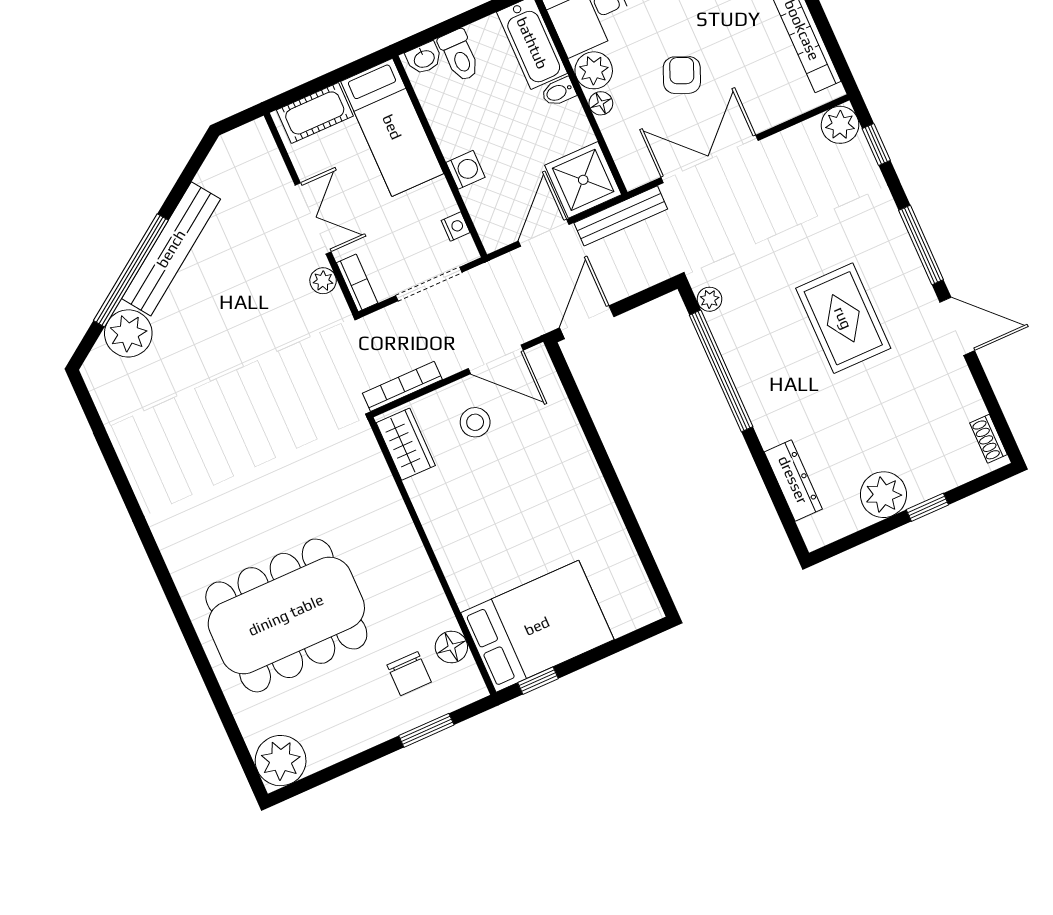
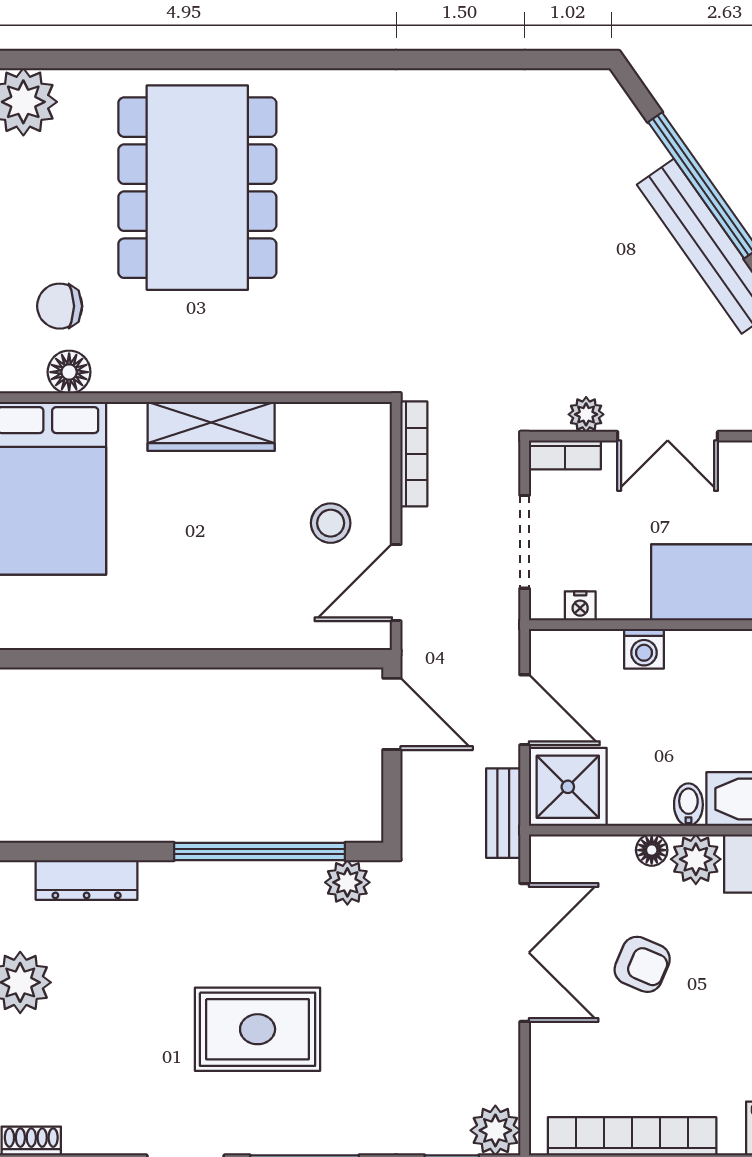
bench: (621, 216) -> (503, 813), width x0.73
plant: (710, 299) -> (347, 882), width x1.38, depth x1.38
plant: (128, 333) -> (628, 148), removed
wardrobe: (406, 444) -> (211, 426), moved, width x1.50

